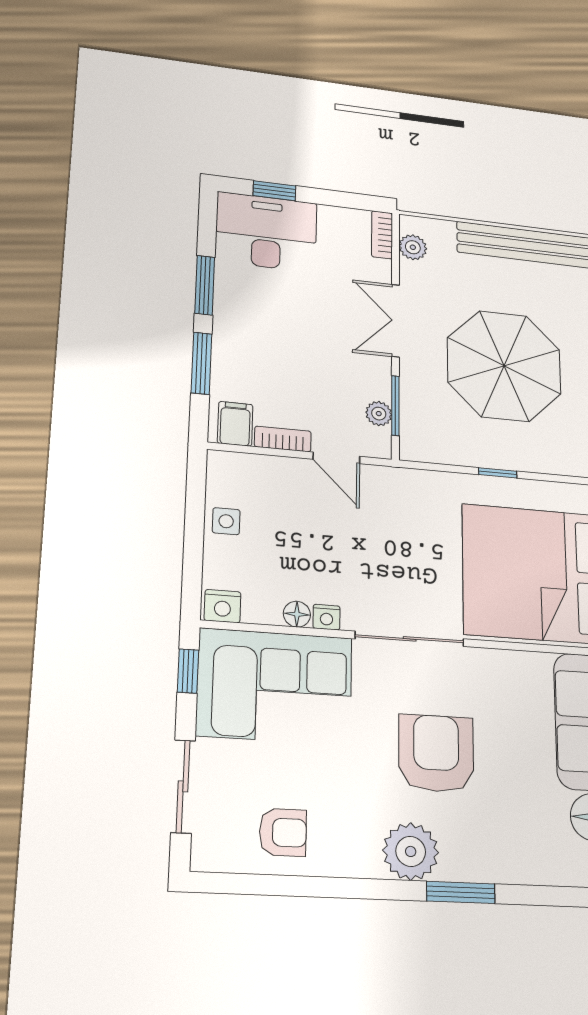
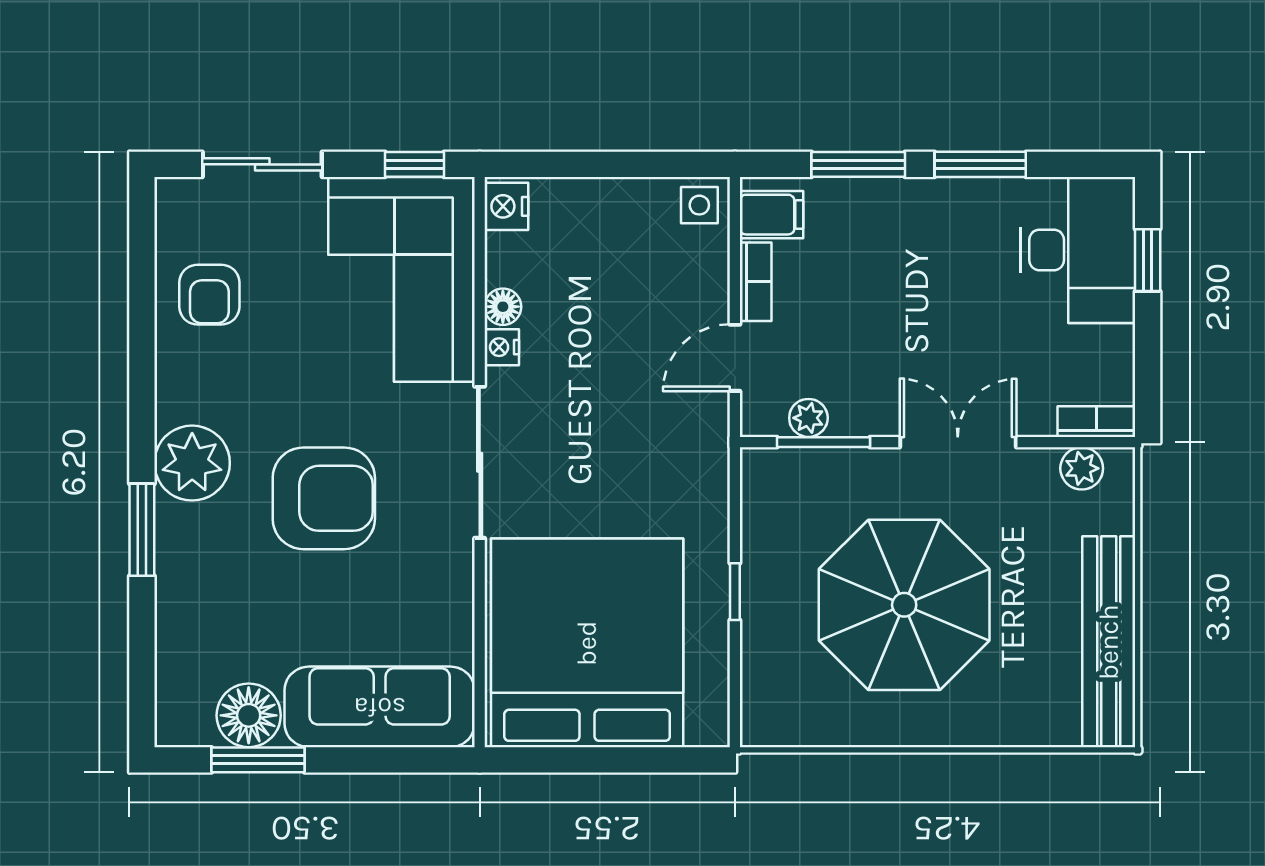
side table: (226, 521) -> (699, 205), moved

